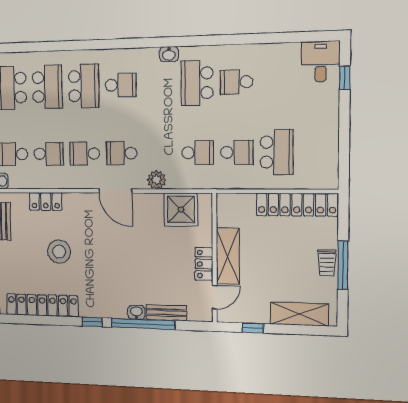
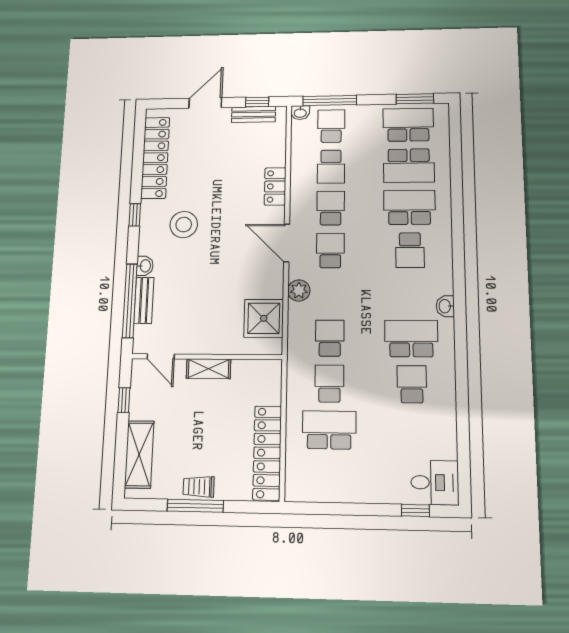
school desk: (84, 86) -> (409, 207), turned 180
school desk: (237, 152) -> (329, 384), turned 180
school desk: (277, 152) -> (329, 430), turned 180
school desk: (198, 153) -> (330, 338), turned 180
door: (115, 191) -> (287, 243), hinge flipped
locker: (46, 201) -> (275, 186), moved
stool: (59, 252) -> (184, 225), moved
shelving: (228, 256) -> (208, 369), width x0.67, depth x0.75
locker: (204, 264) -> (200, 344), removed
window: (143, 324) -> (130, 301), moved

